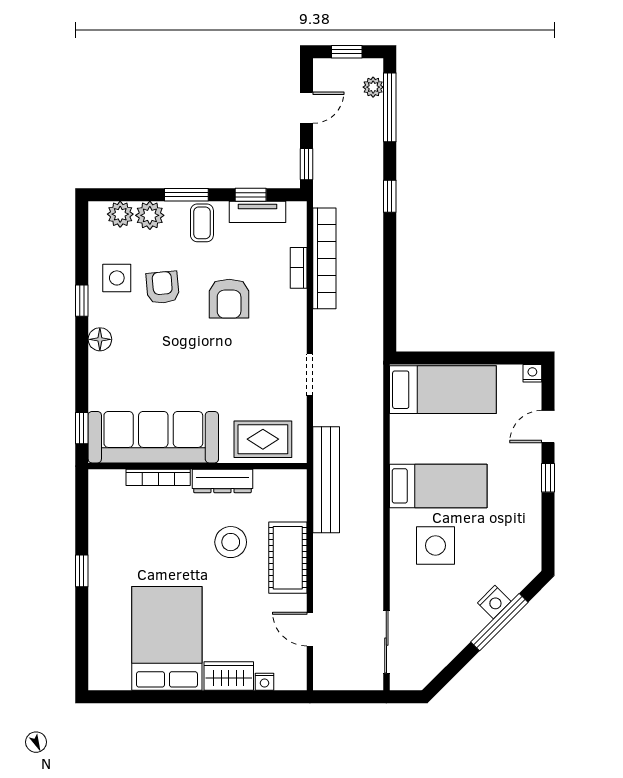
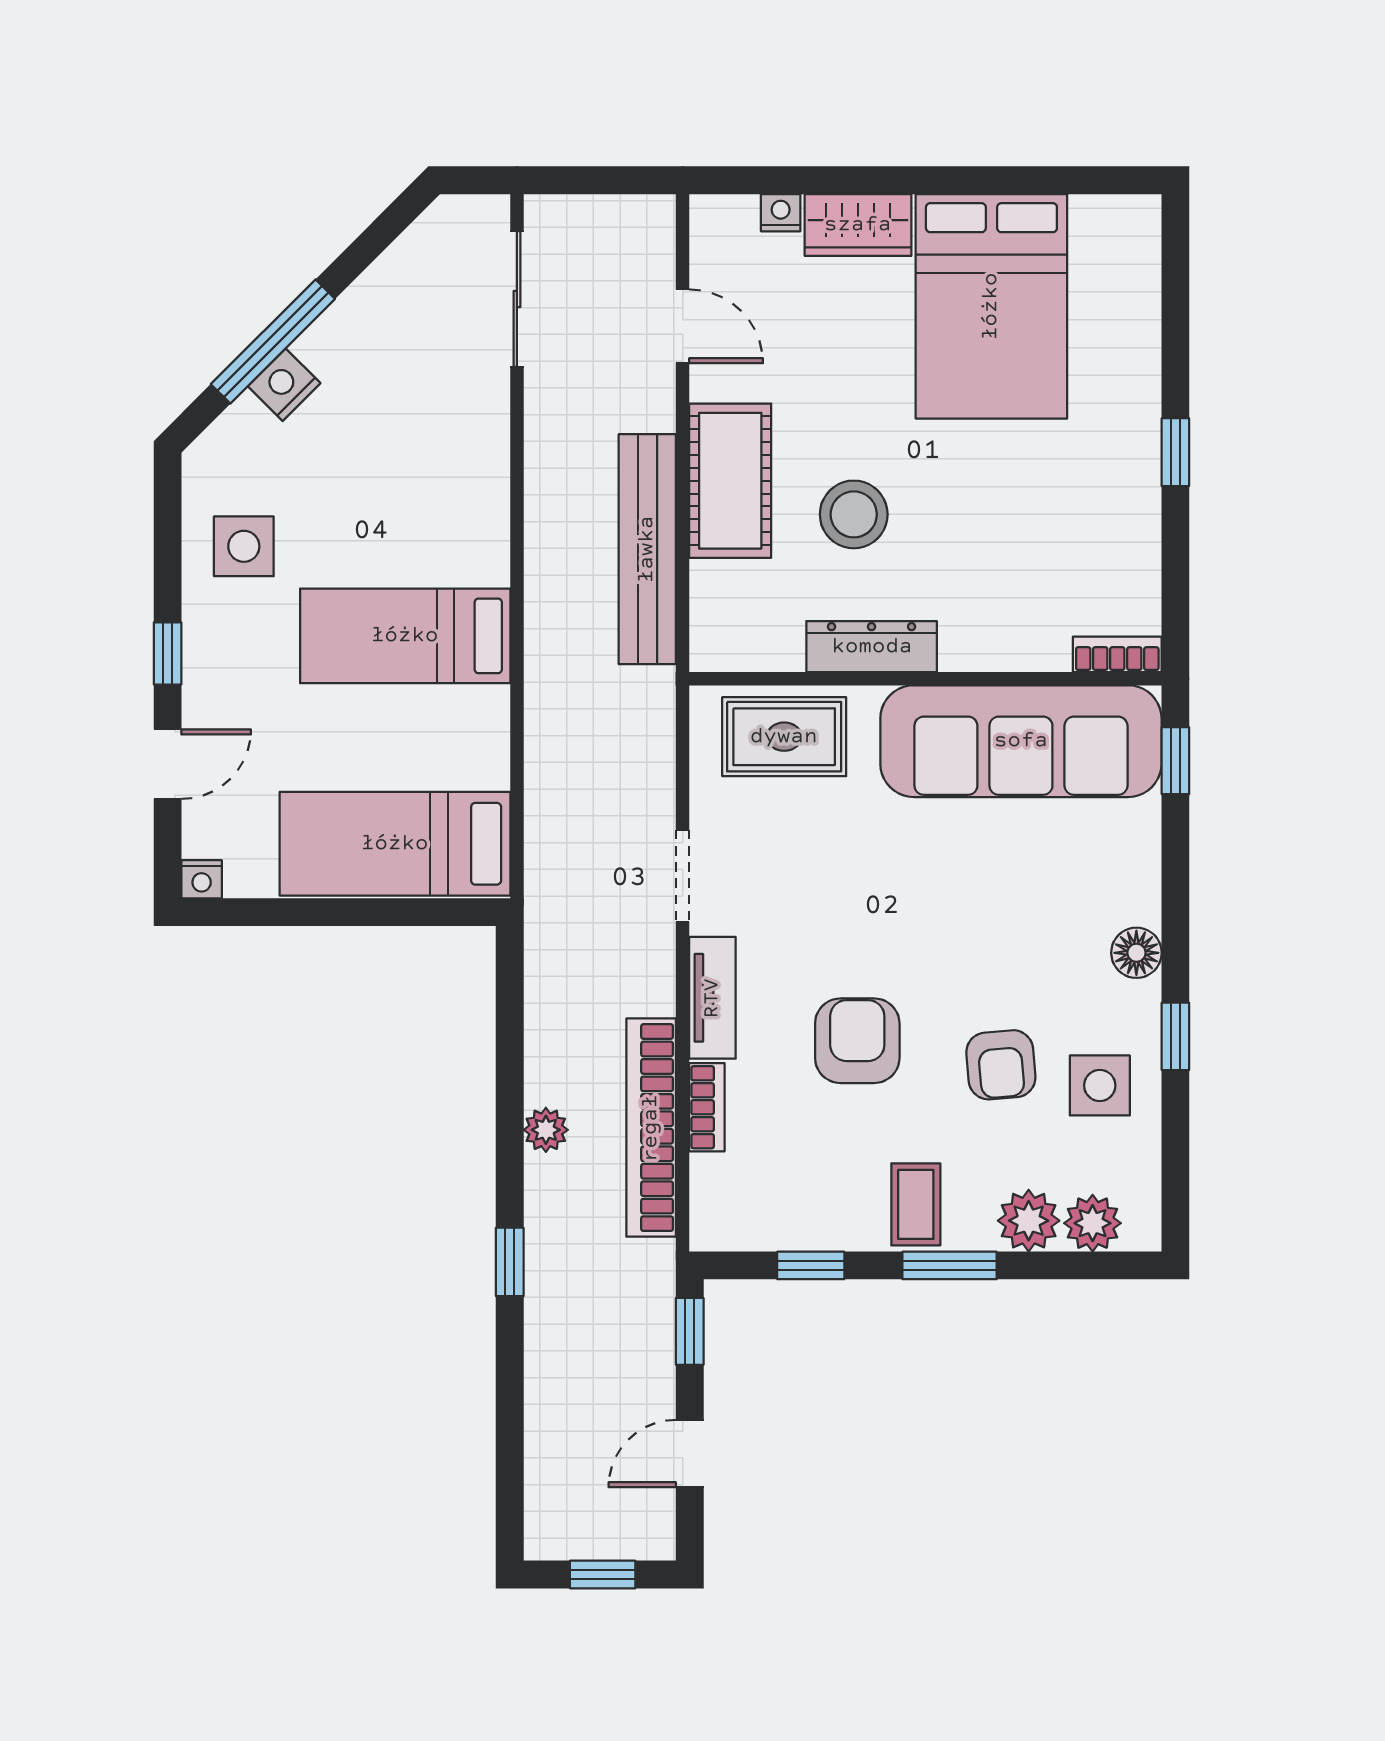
plant: (373, 87) -> (546, 1130), moved
window: (390, 107) -> (510, 1454), removed
tv unit: (258, 212) -> (712, 998), moved, turned 90
bookcase: (158, 477) -> (1117, 654), moved, width x0.64
bench: (326, 480) -> (647, 549), moved
side table: (435, 545) -> (244, 546), moved, width x0.73, depth x0.73

